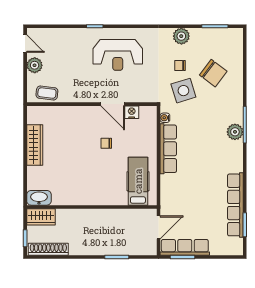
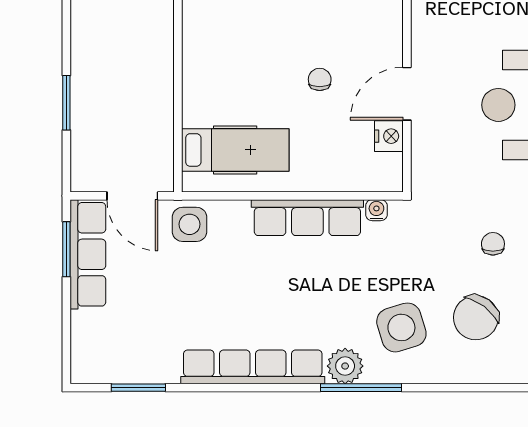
side table: (183, 91) -> (401, 327), moved
side table: (171, 202) -> (190, 224), added
row of seats: (235, 205) -> (253, 367), moved

